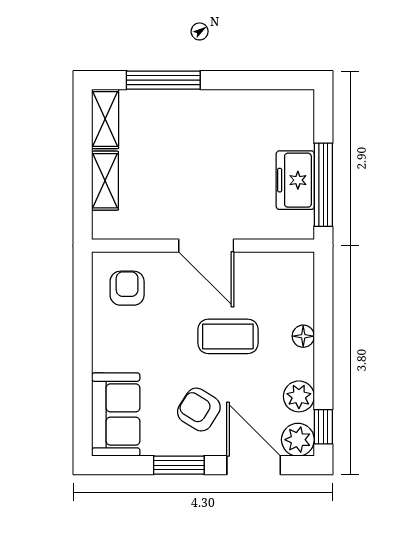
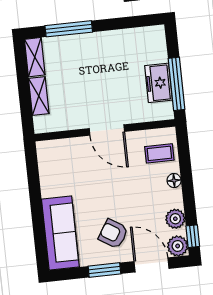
armchair: (127, 288) -> (60, 162), removed
coffee table: (228, 336) -> (159, 153), moved, width x0.73, depth x0.77
sofa: (116, 415) -> (60, 233), width x1.36

